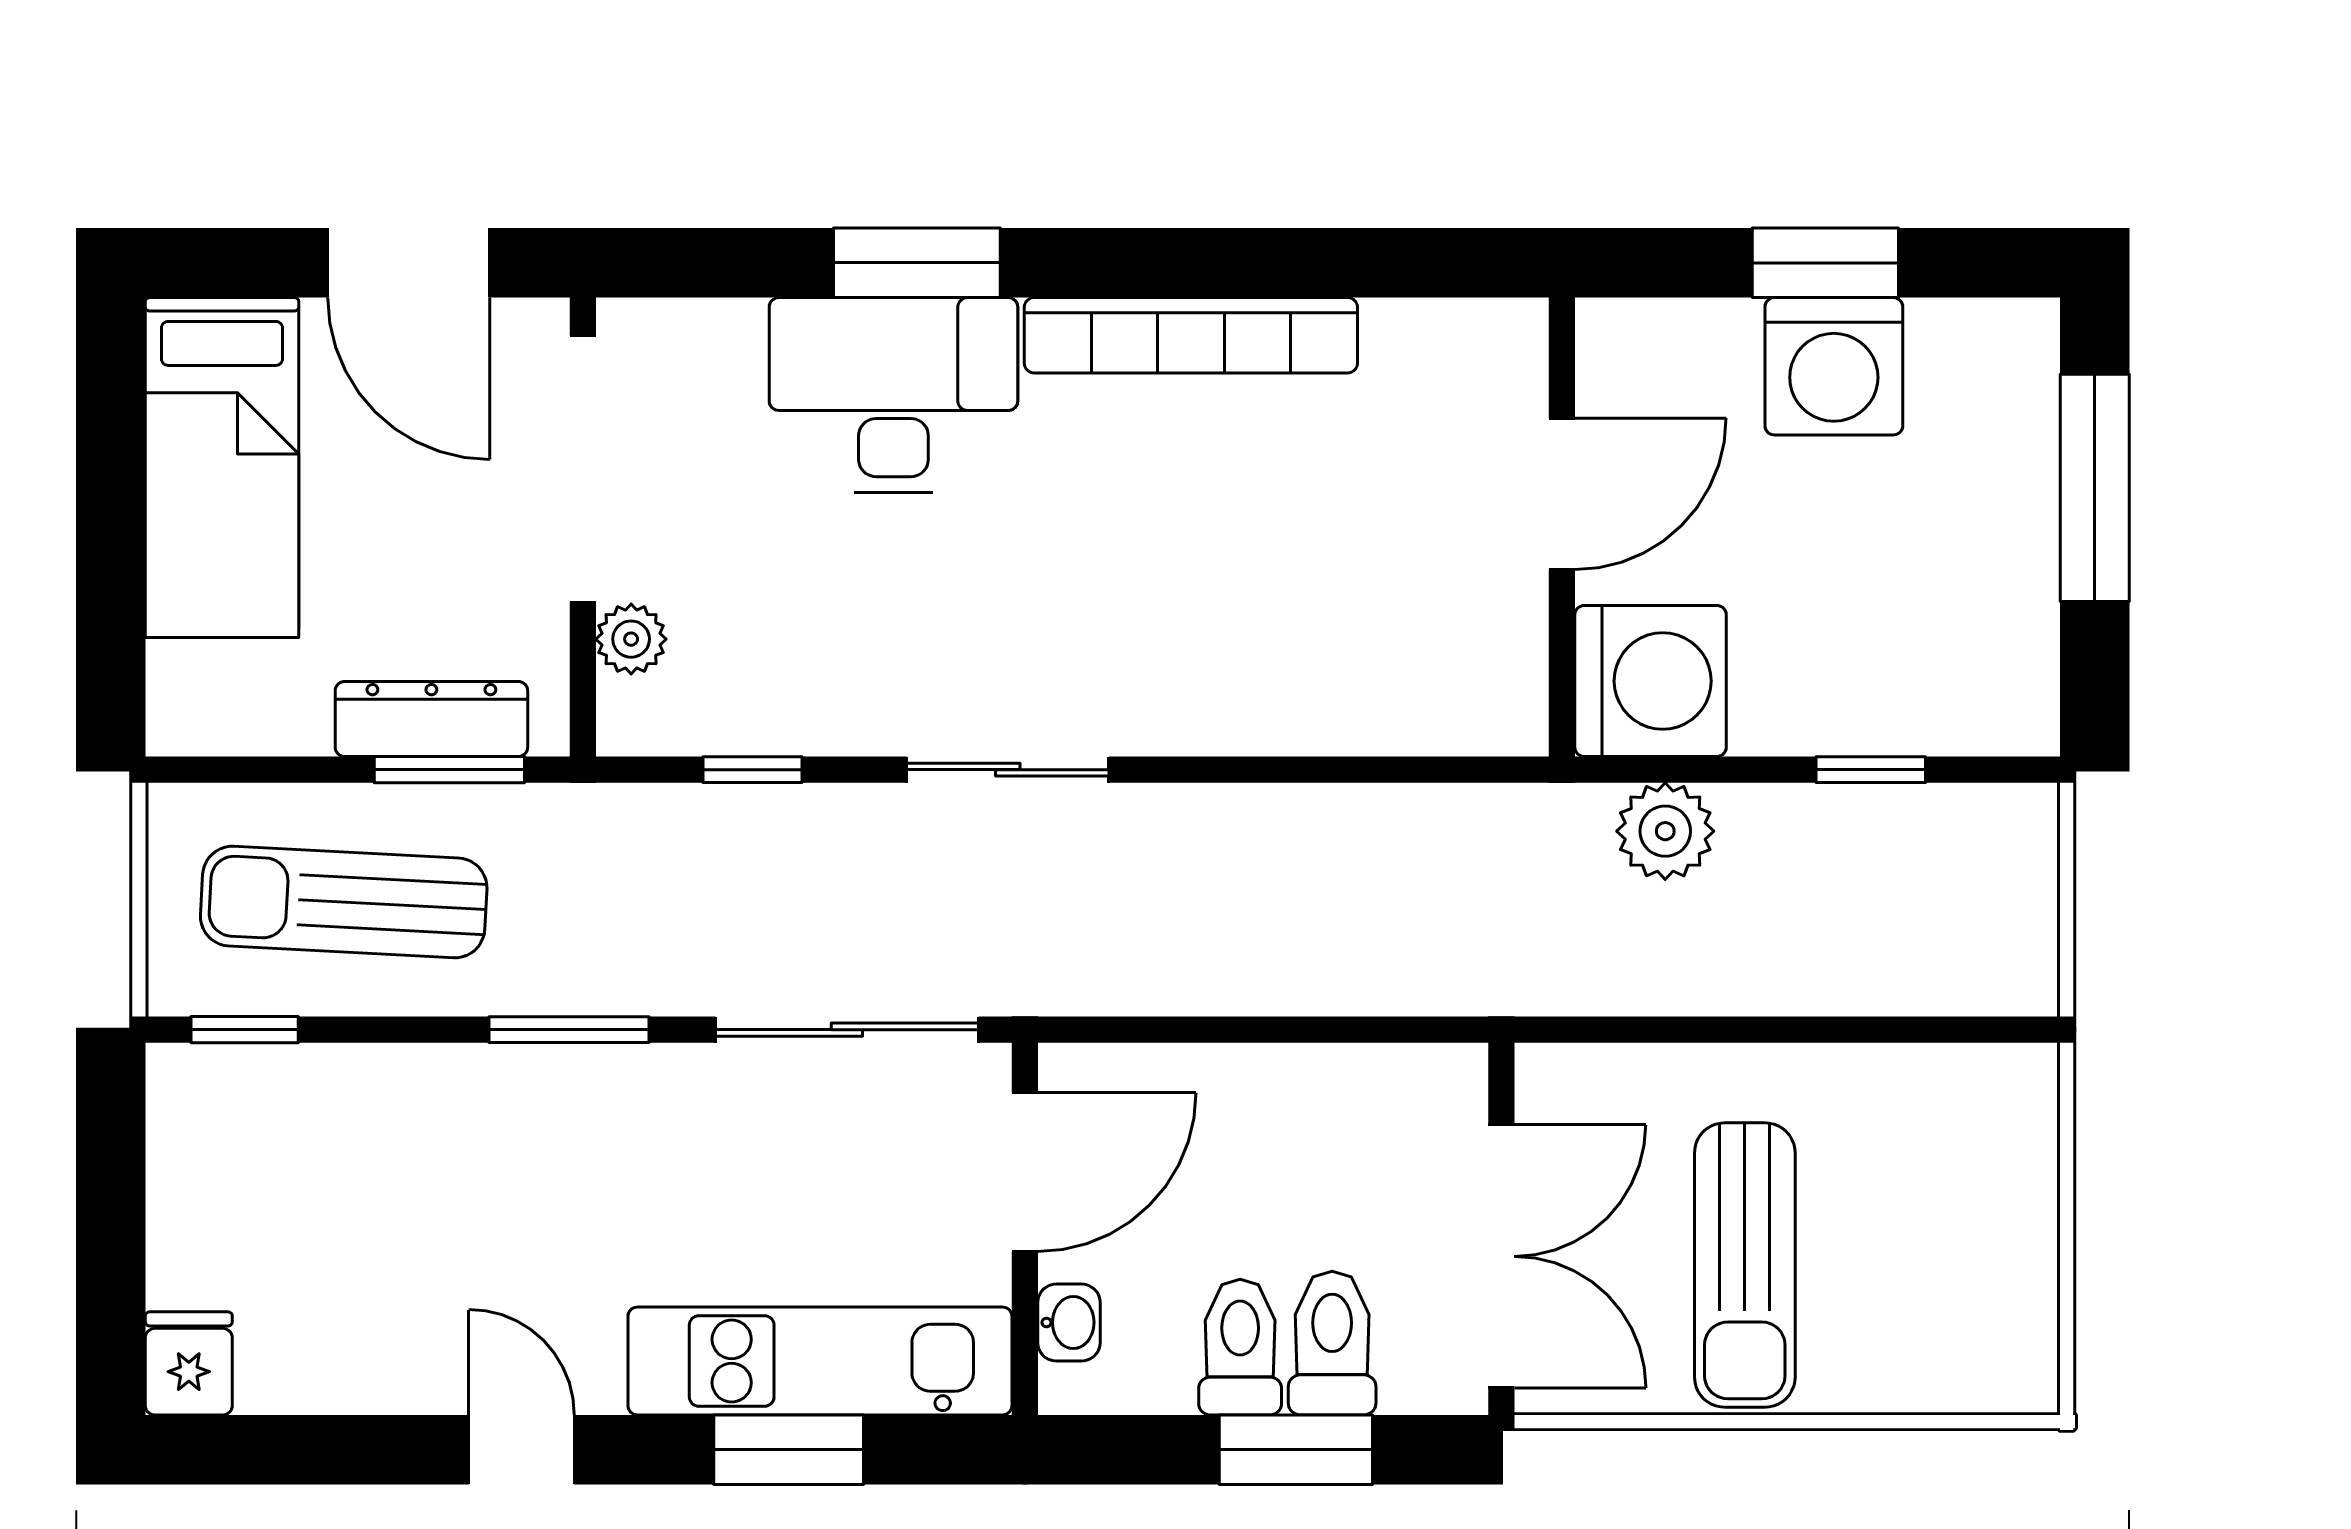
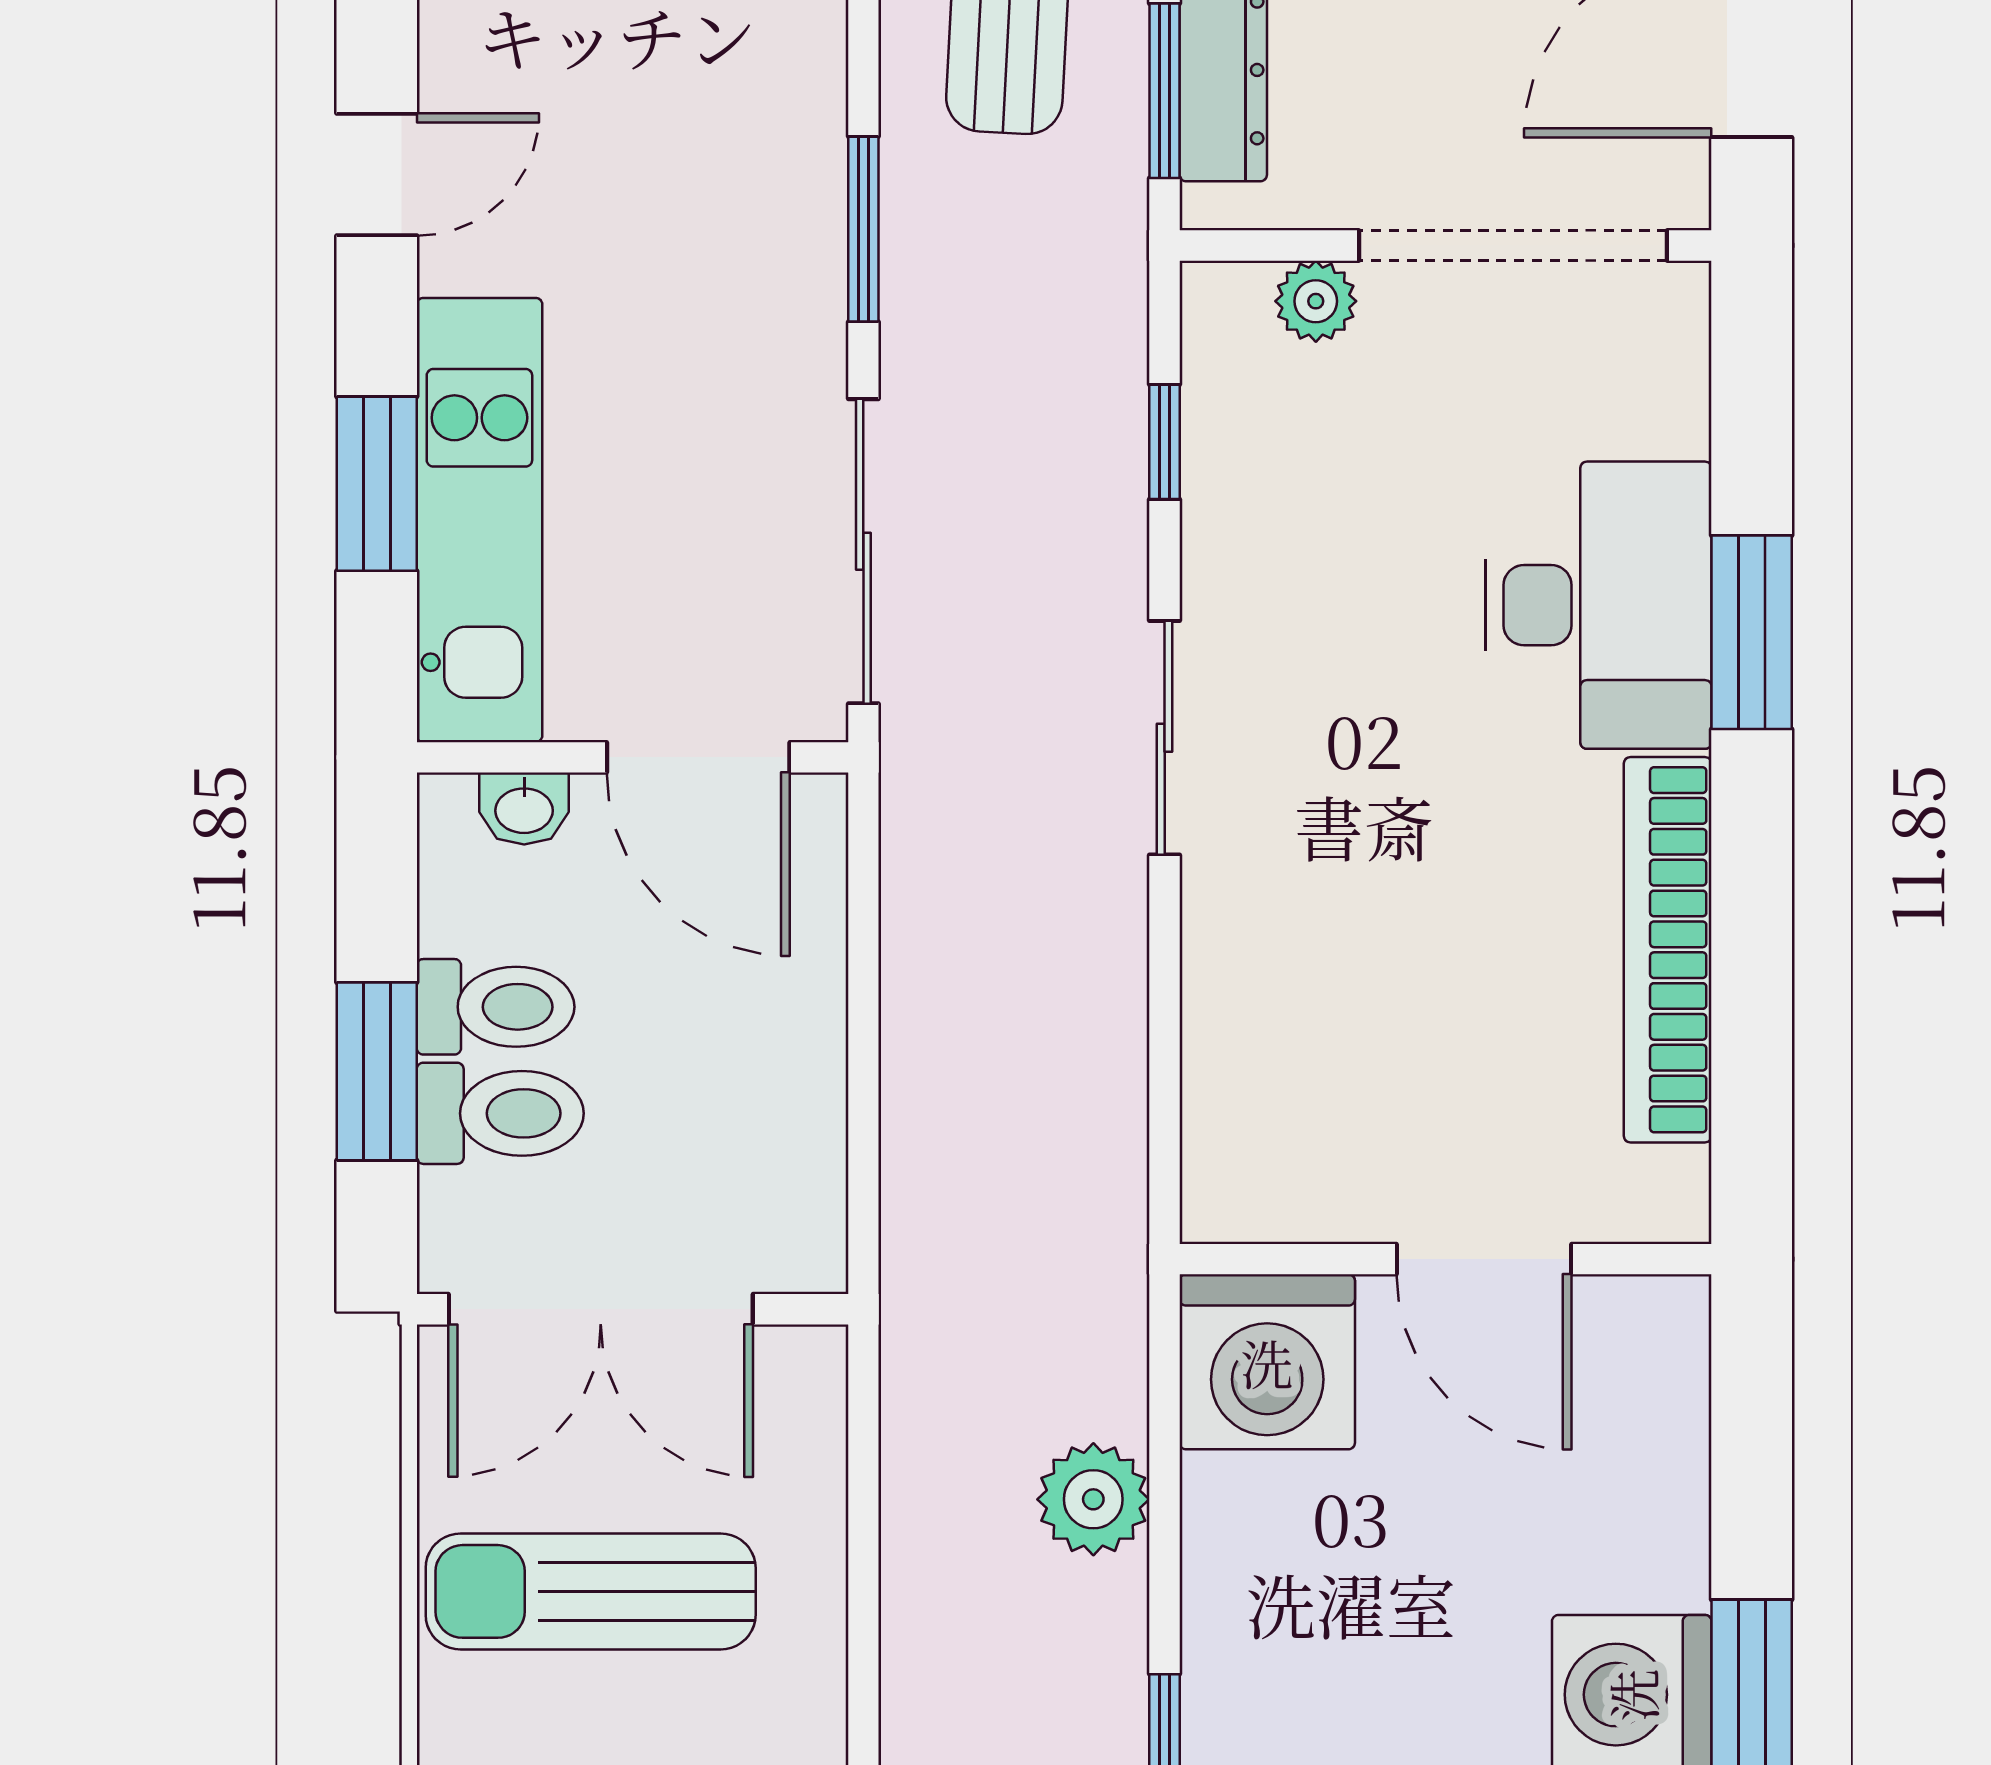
door: (1562, 494) -> (1484, 1259), moved
wall: (1562, 527) -> (1446, 1259), moved
washing machine: (1651, 681) -> (1267, 1362), moved

